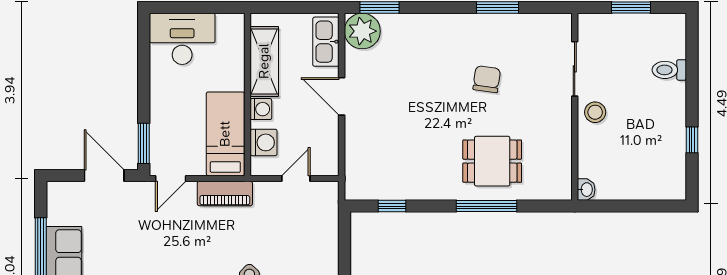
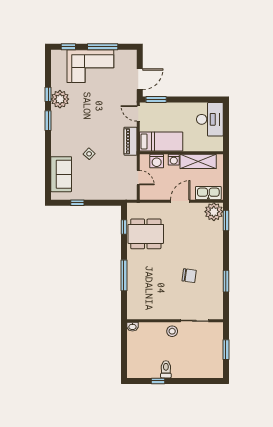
toilet: (669, 70) -> (166, 369), moved
dining table: (492, 161) -> (146, 234), moved, width x1.37

